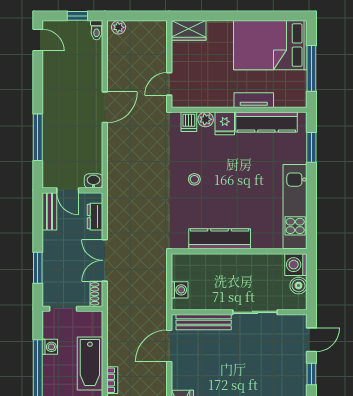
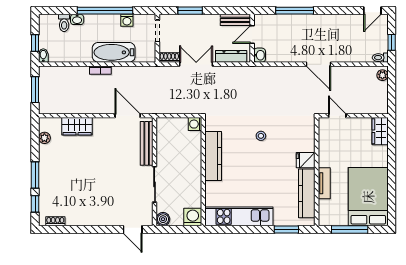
plant: (206, 119) -> (309, 145), removed
dishwasher: (189, 122) -> (307, 131), removed
dresser: (95, 217) -> (231, 56), width x1.44
boiler: (299, 286) -> (163, 219), moved
washing machine: (180, 290) -> (195, 124), moved, turned 90
window: (311, 374) -> (105, 229), removed

